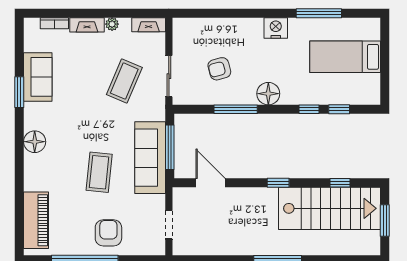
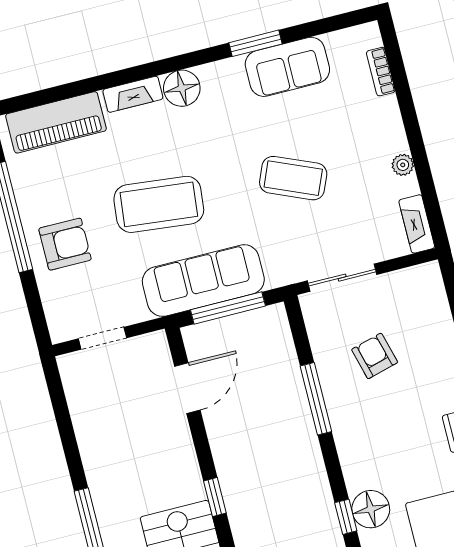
fireplace: (87, 25) -> (133, 94), moved, turned -90
coffee table: (124, 81) -> (293, 178), moved
floor lamp: (268, 94) -> (371, 509), moved
coffee table: (99, 172) -> (159, 204), width x1.36, depth x1.32

